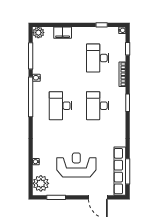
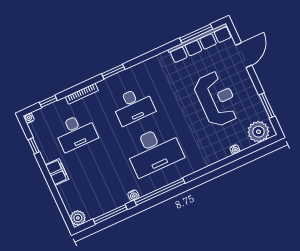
filing cabinet: (63, 33) -> (57, 172), moved
desk: (61, 106) -> (154, 151), width x1.36, depth x1.30
reception desk: (76, 165) -> (217, 99), turned 180

